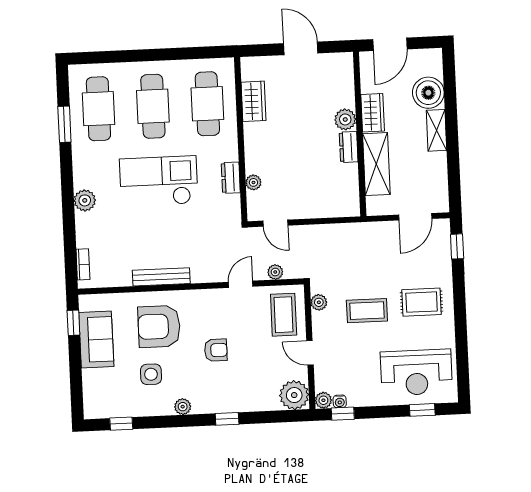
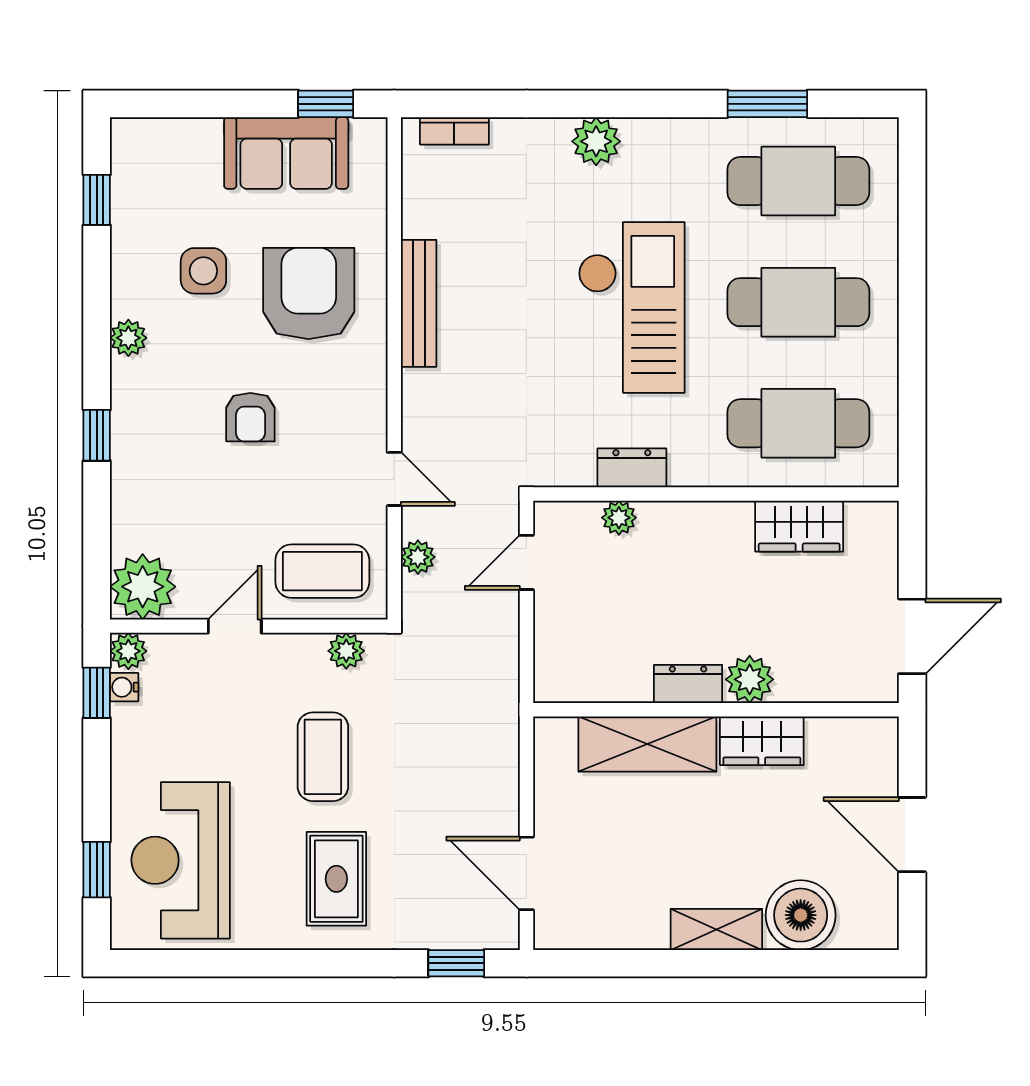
wardrobe: (373, 113) -> (762, 741), moved
plant: (345, 119) -> (750, 679), moved
wall: (360, 134) -> (716, 710), moved
dresser: (349, 147) -> (688, 684), moved
shelving: (376, 164) -> (647, 744), moved

